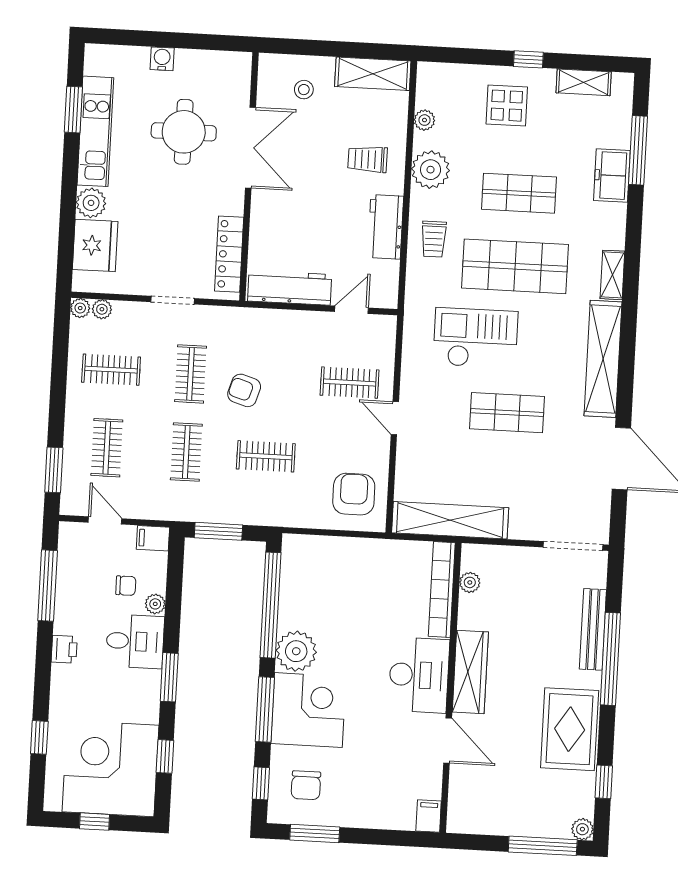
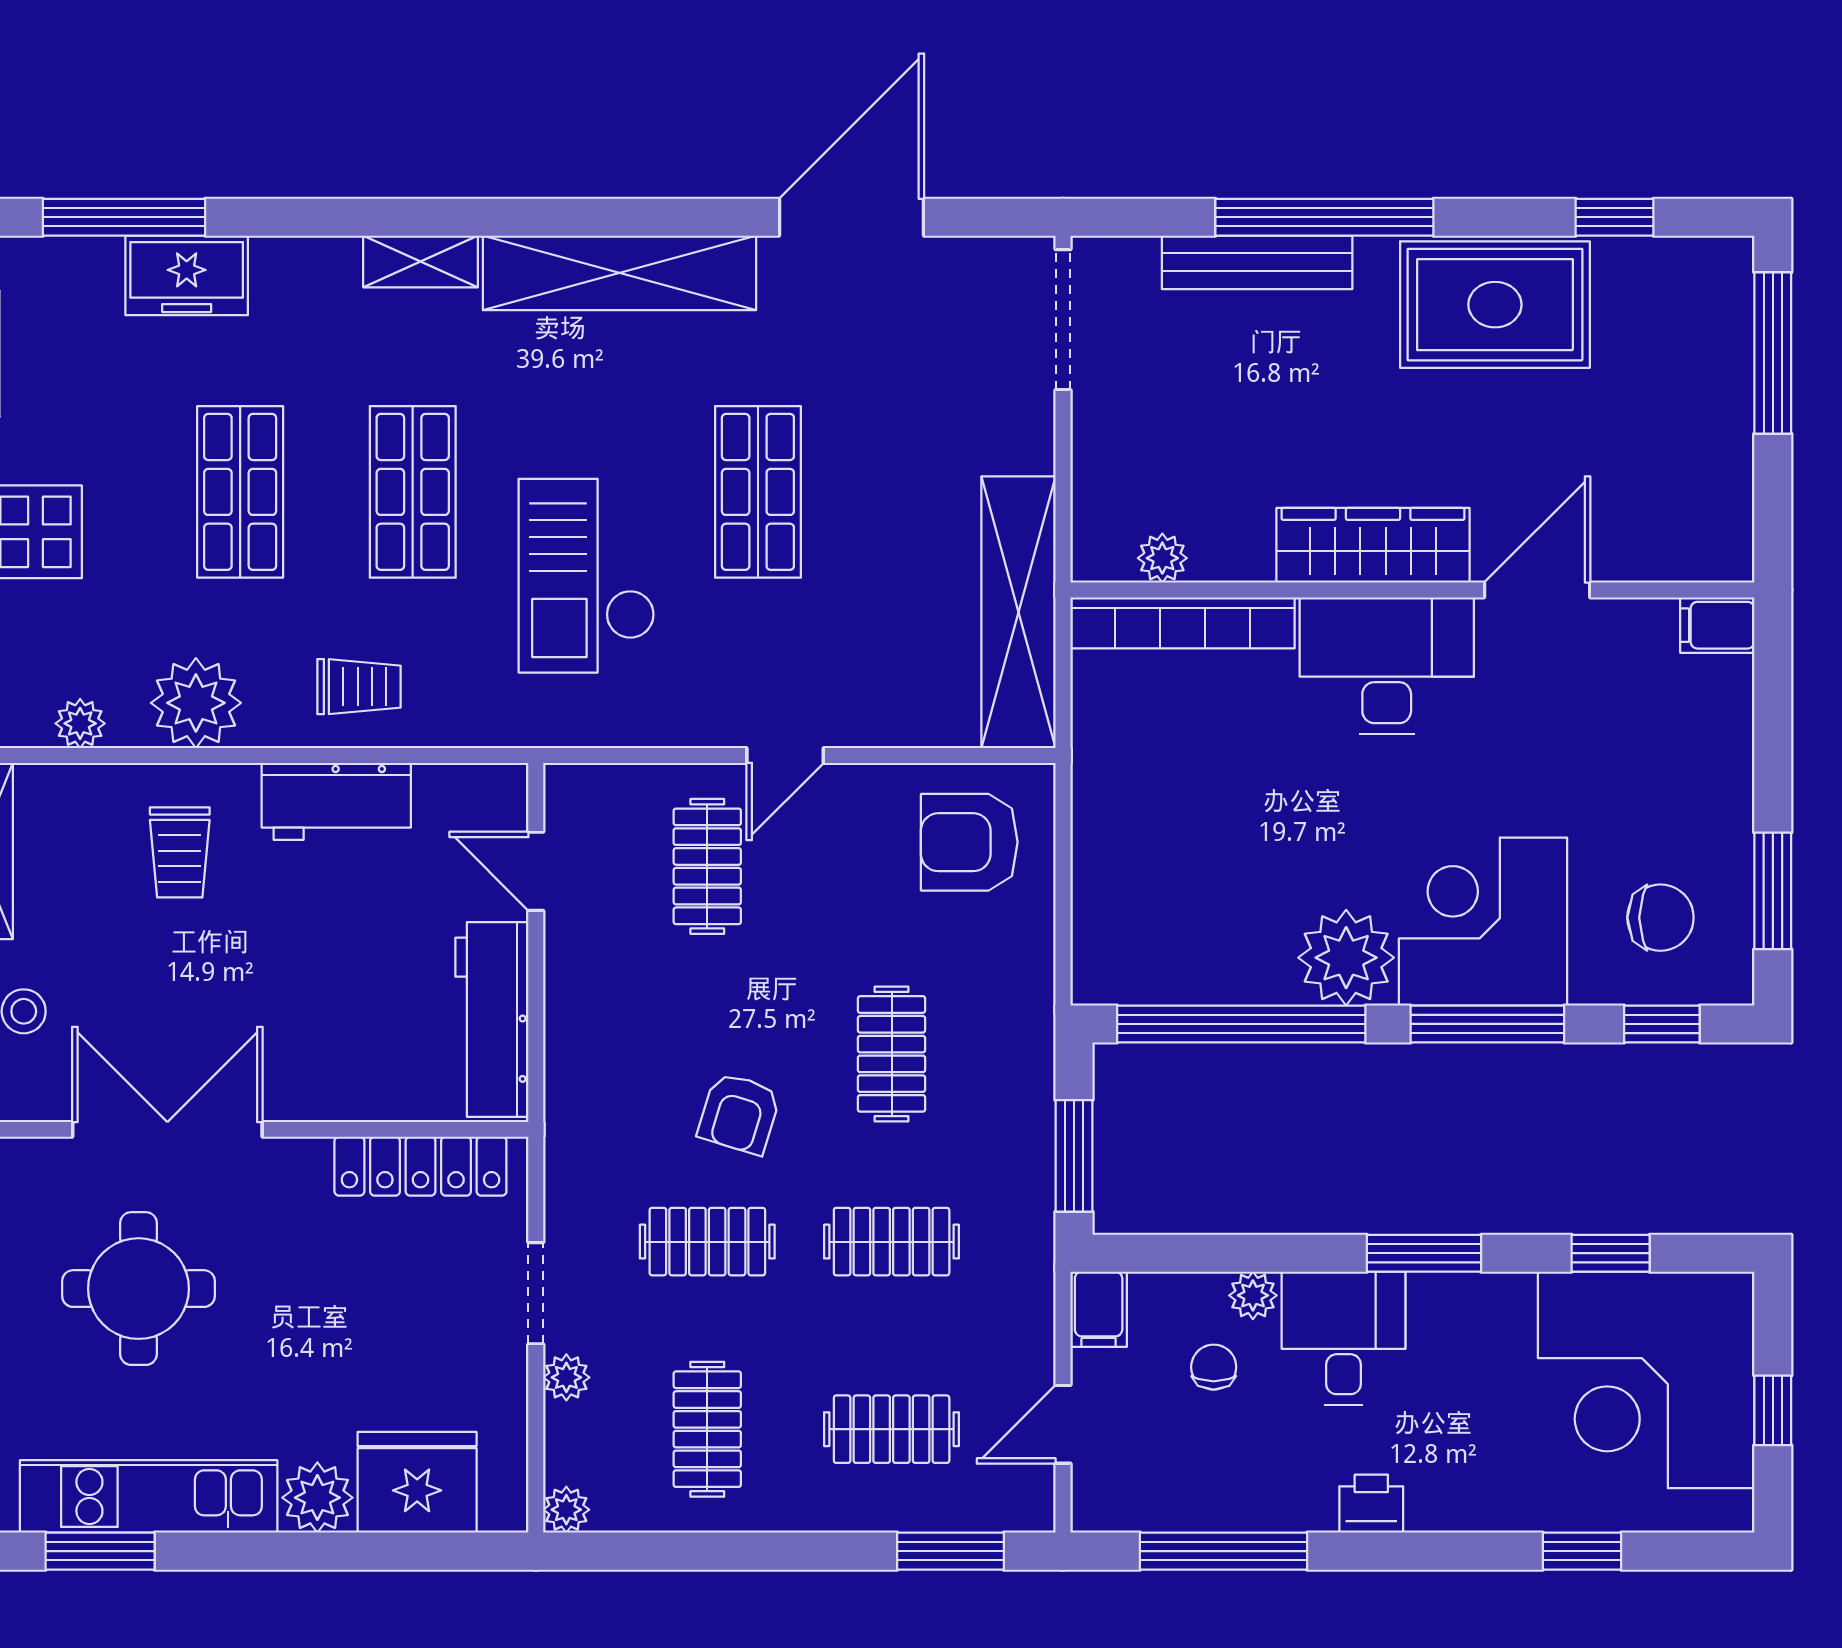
shop shelf: (515, 266) -> (413, 492), width x0.70, depth x0.74
plant: (102, 309) -> (566, 1377), moved
plant: (582, 829) -> (1729, 262), removed

